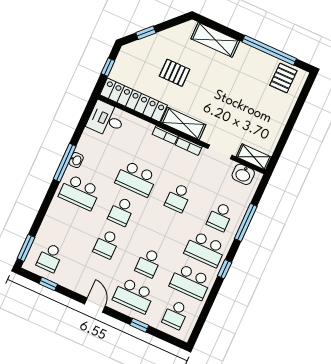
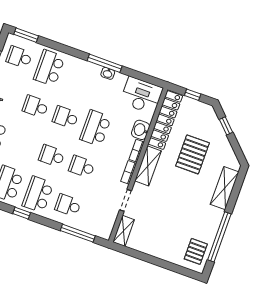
pallet: (175, 73) -> (193, 154), width x1.50, depth x1.42
pallet: (283, 78) -> (196, 251), turned 90
desk: (106, 119) -> (141, 95), width x1.37
washbasin: (243, 174) -> (141, 130), moved
school desk: (80, 192) -> (49, 68), moved
window: (246, 222) -> (78, 233), moved
school desk: (148, 263) -> (52, 156), moved

